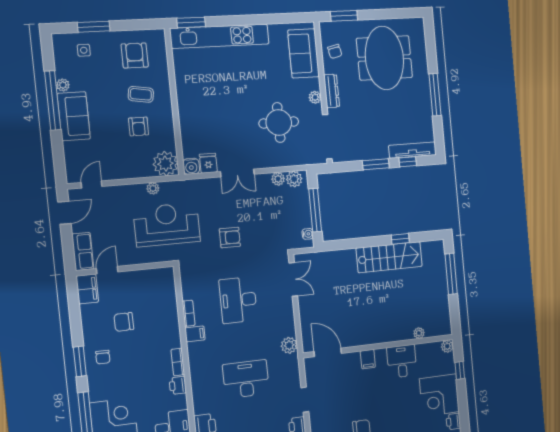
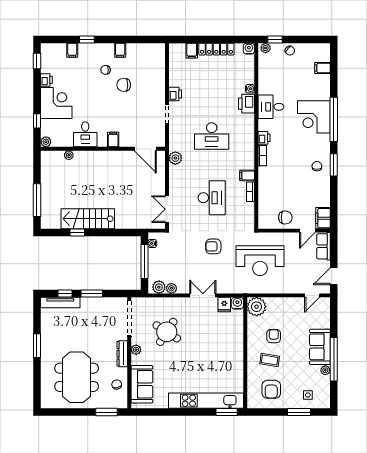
window: (435, 95) -> (37, 346), width x0.69
round table: (279, 123) -> (167, 332), turned 33
plant: (153, 188) -> (268, 289), removed
chair: (124, 322) -> (285, 217), moved

